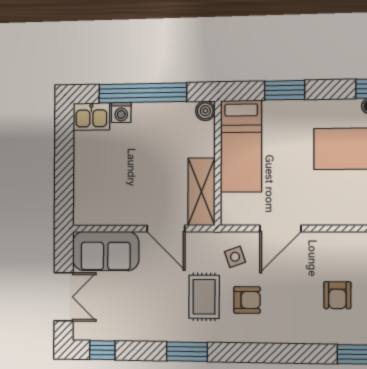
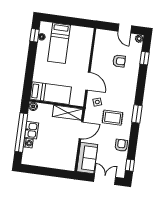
window: (285, 90) -> (30, 71), removed
kitchen sink: (91, 117) -> (32, 130), moved
armchair: (247, 300) -> (121, 145), moved
window: (187, 352) -> (137, 114), moved

